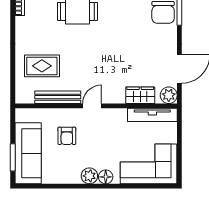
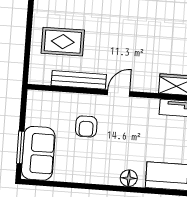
sofa: (28, 153) -> (38, 153), width x0.73
plant: (89, 176) -> (109, 176), removed

